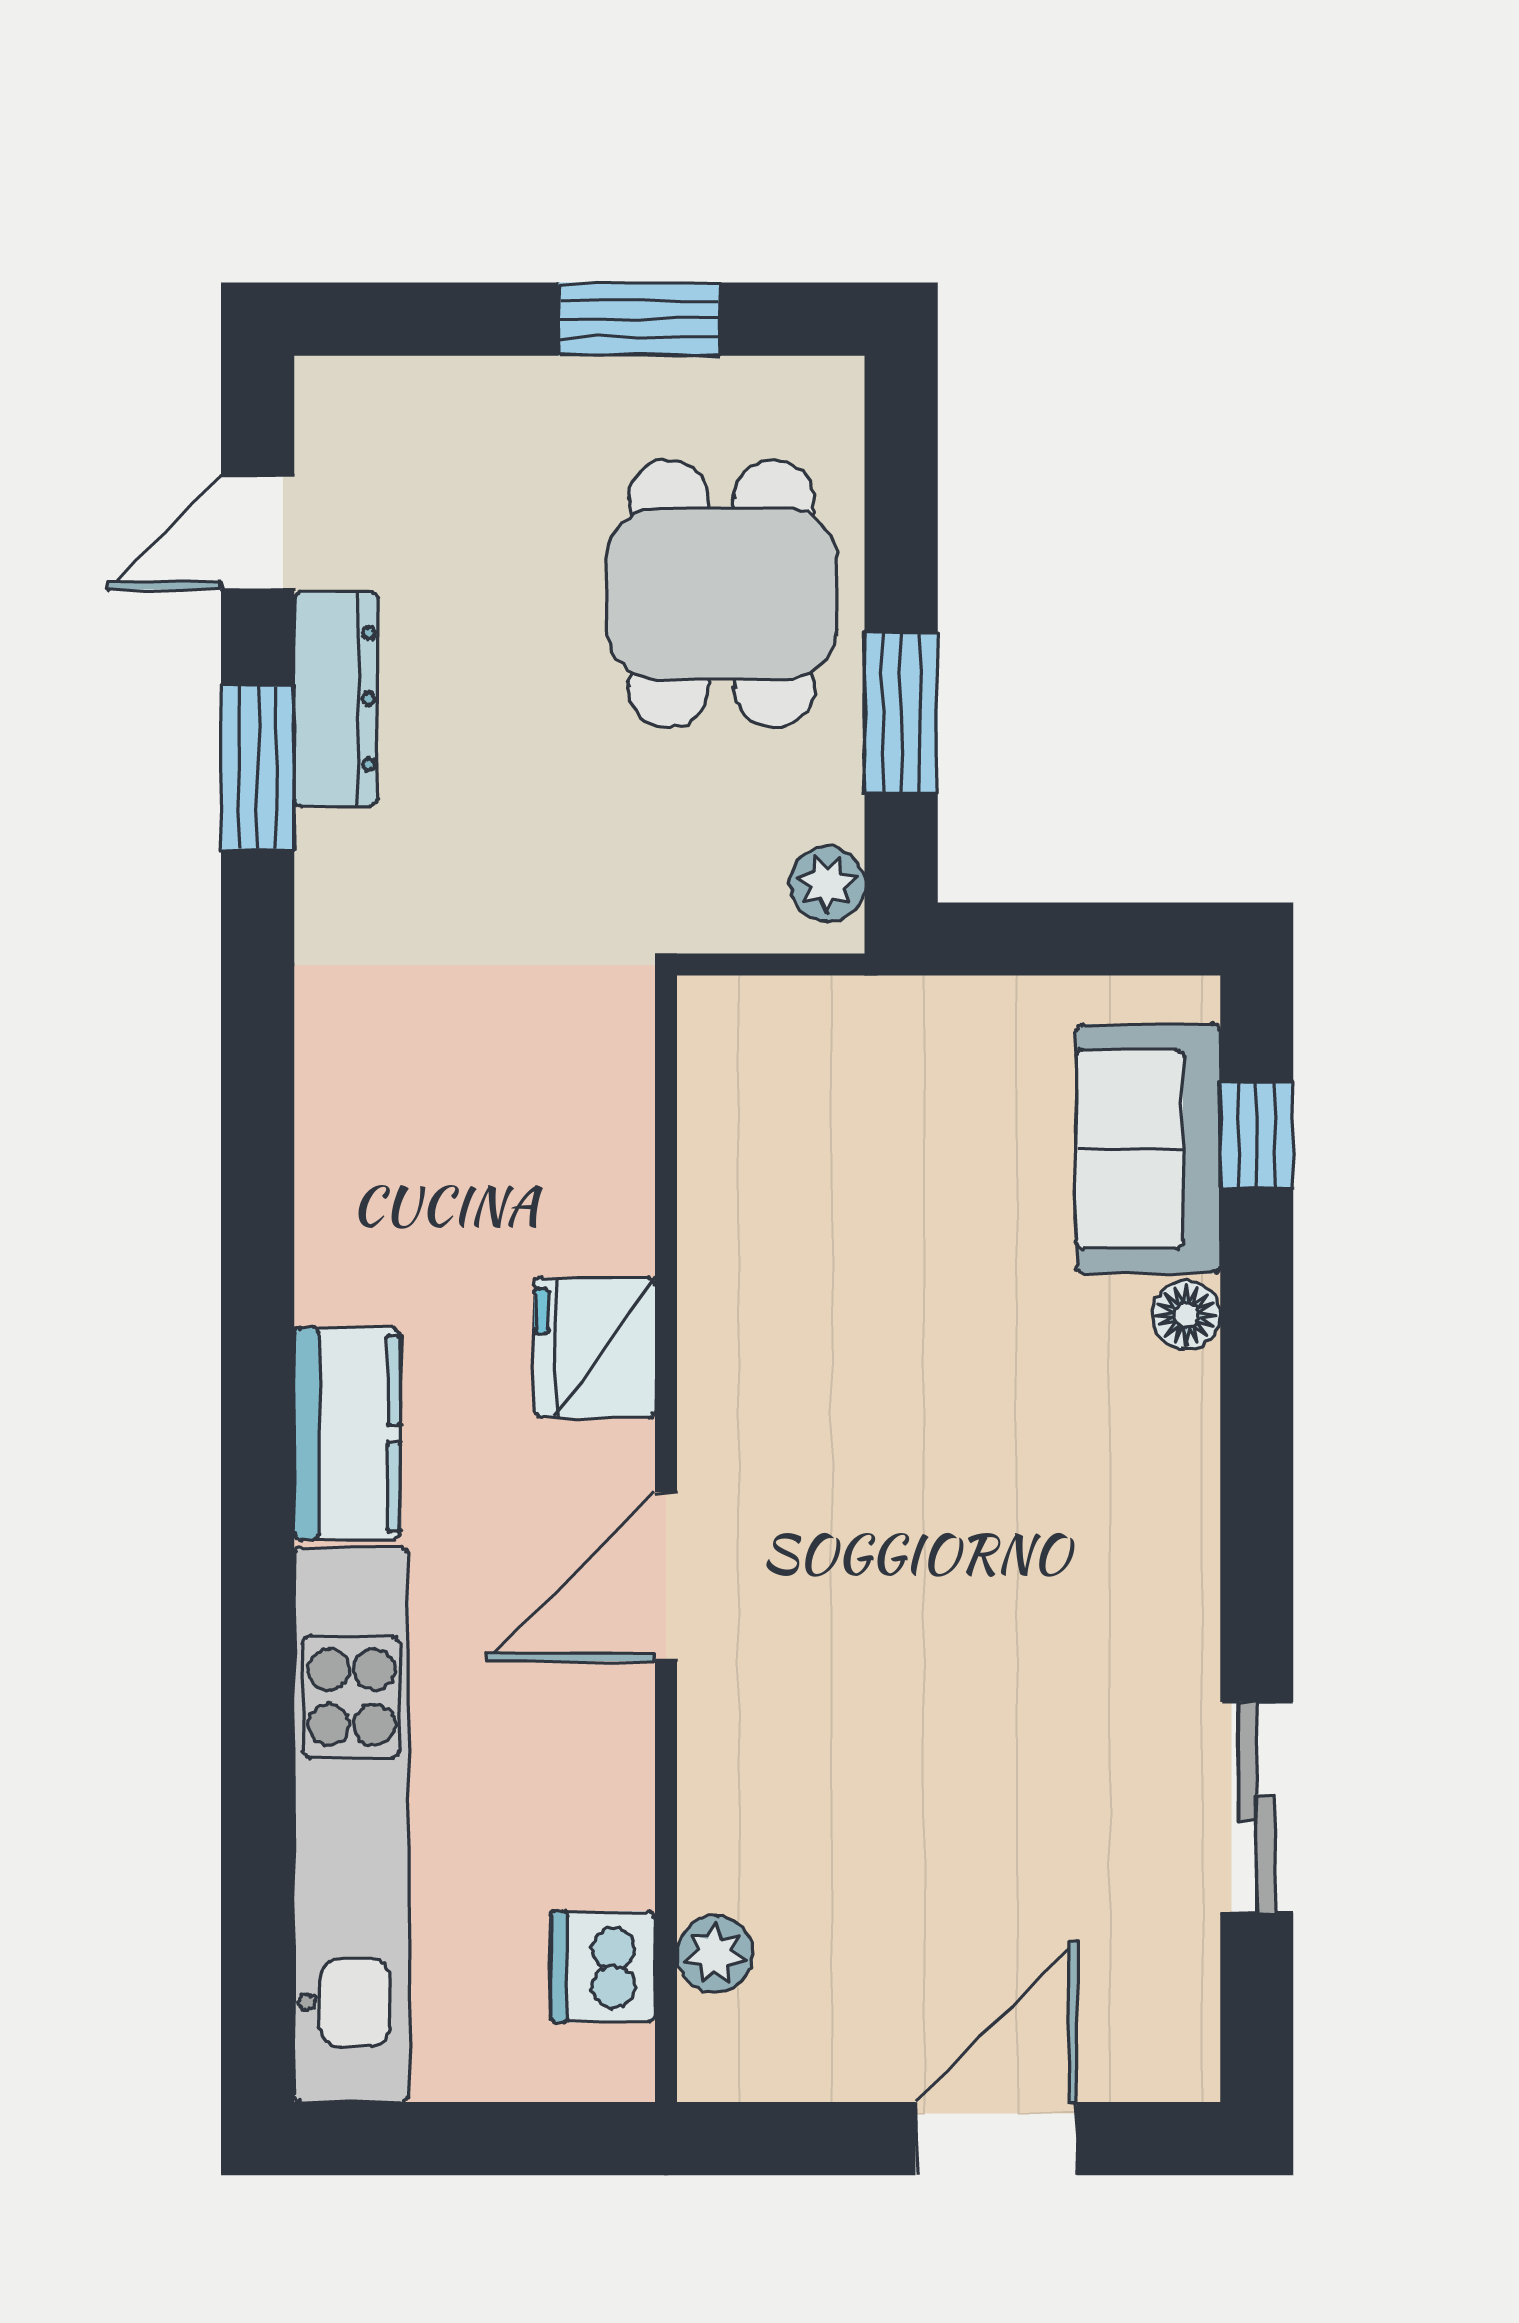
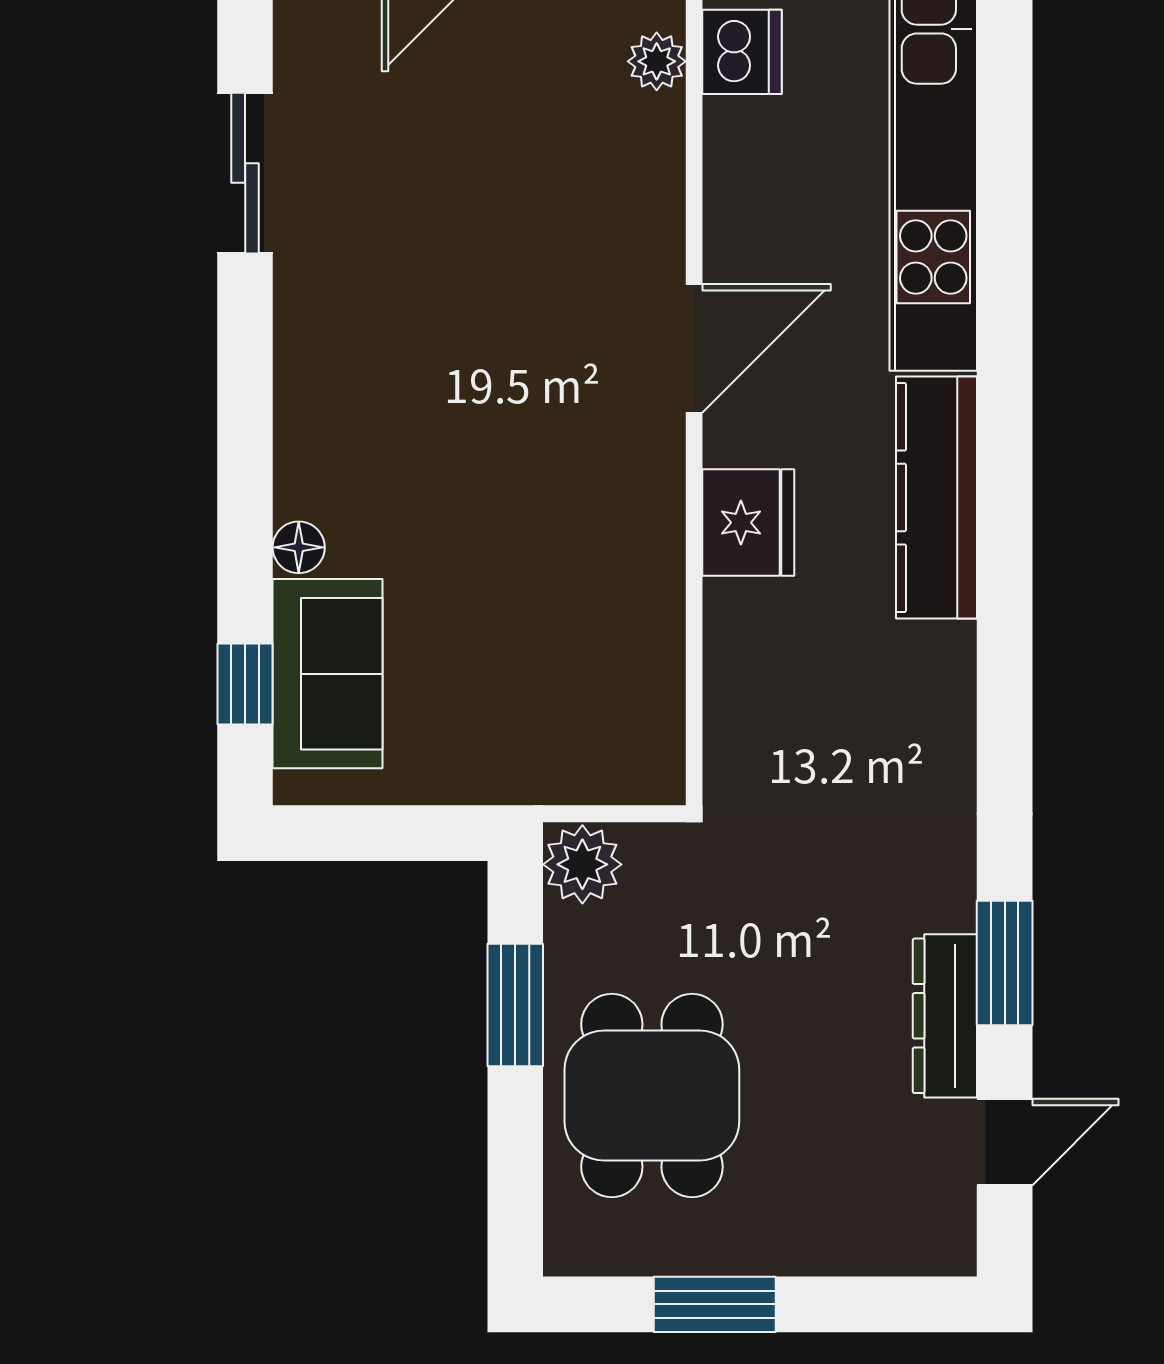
plant: (827, 884) -> (582, 864), width x1.38, depth x1.38
kitchen counter: (347, 1434) -> (936, 498), width x1.50

